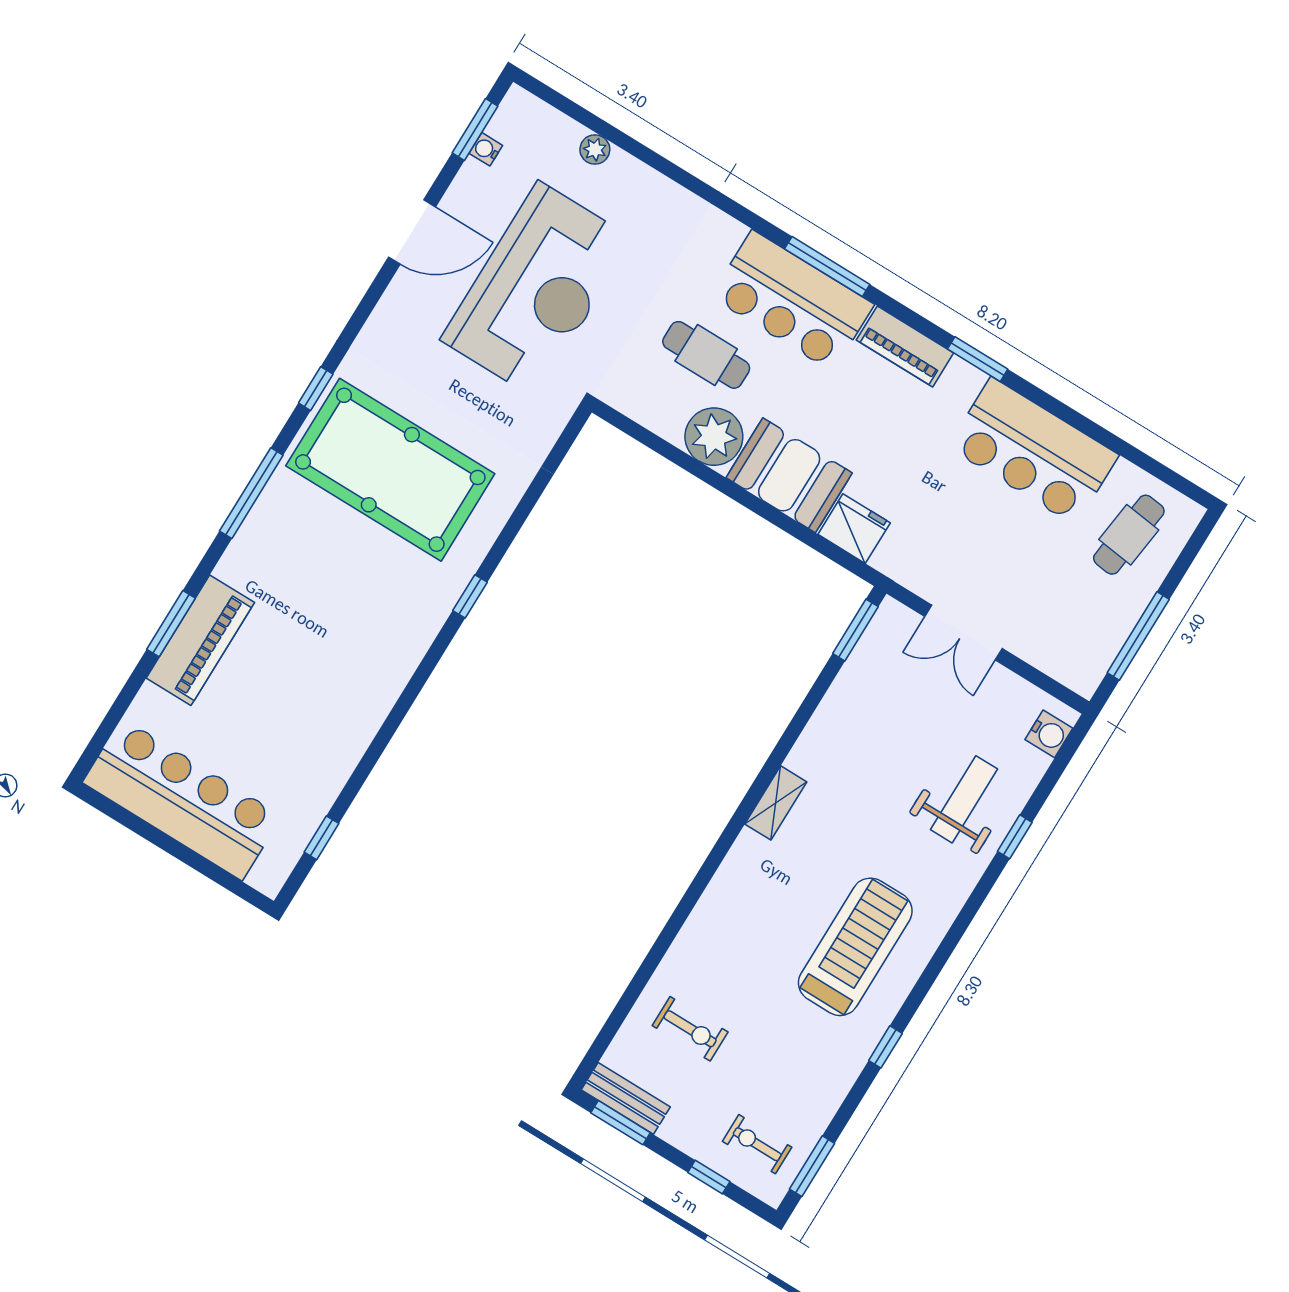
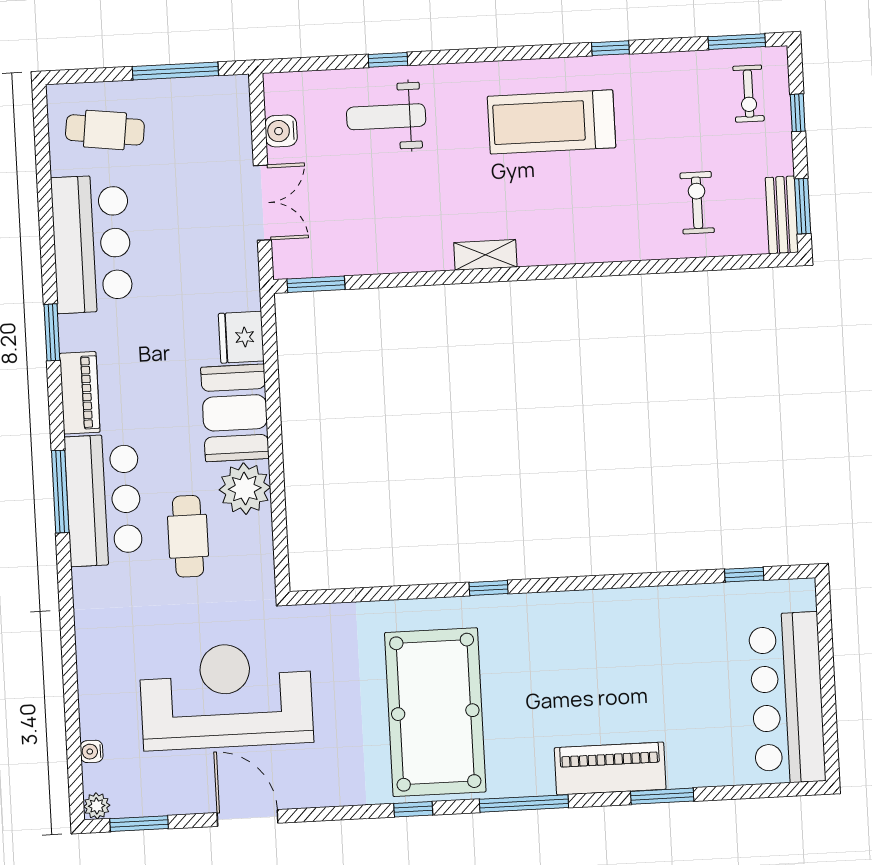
water cooler: (486, 149) -> (92, 751), moved, turned 90
plant: (595, 149) -> (97, 806), moved
piano: (200, 640) -> (610, 769), moved
water cooler: (1049, 734) -> (281, 131), moved, turned -90

